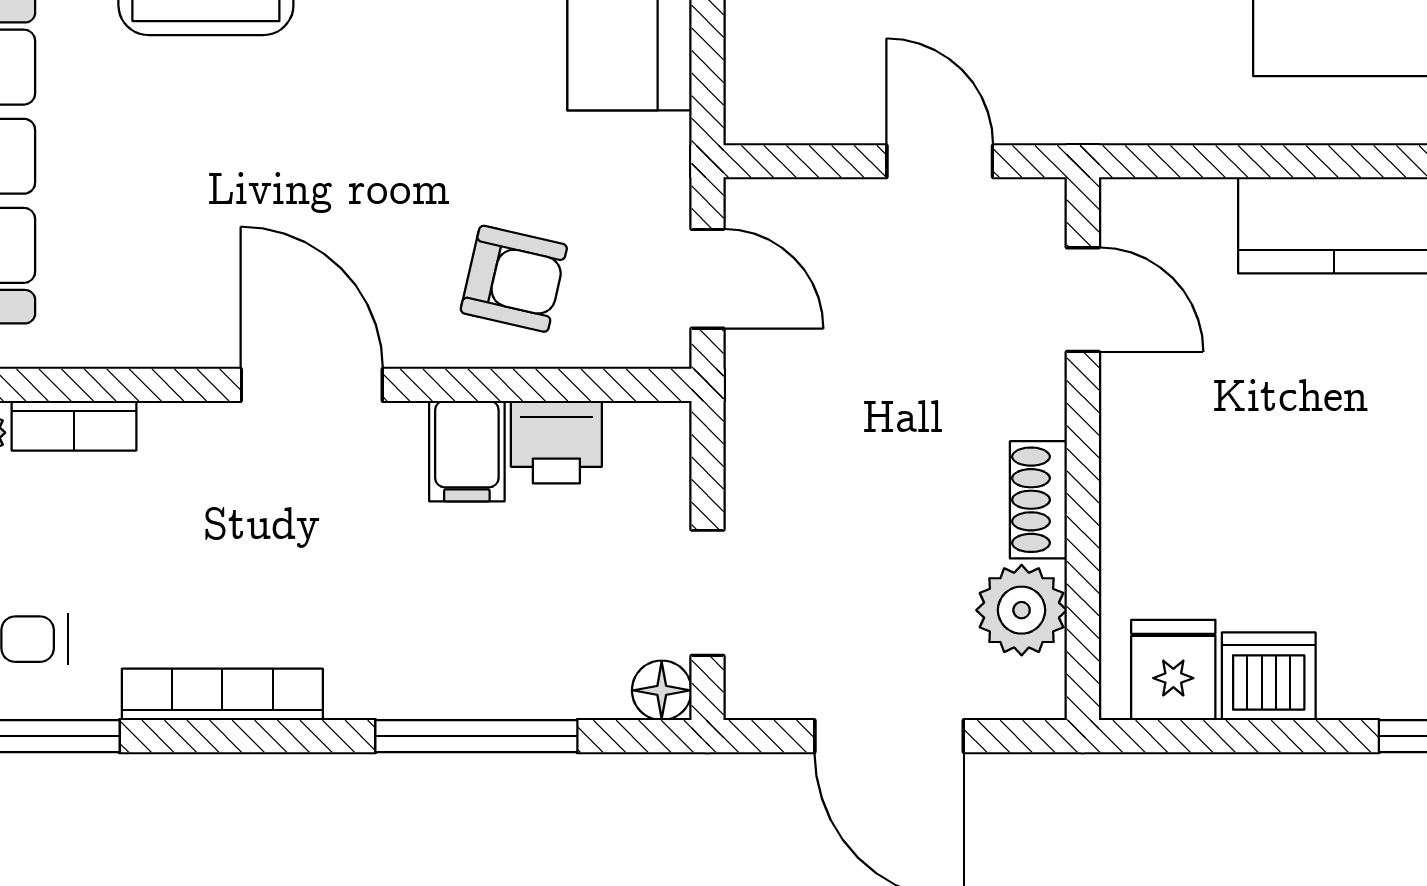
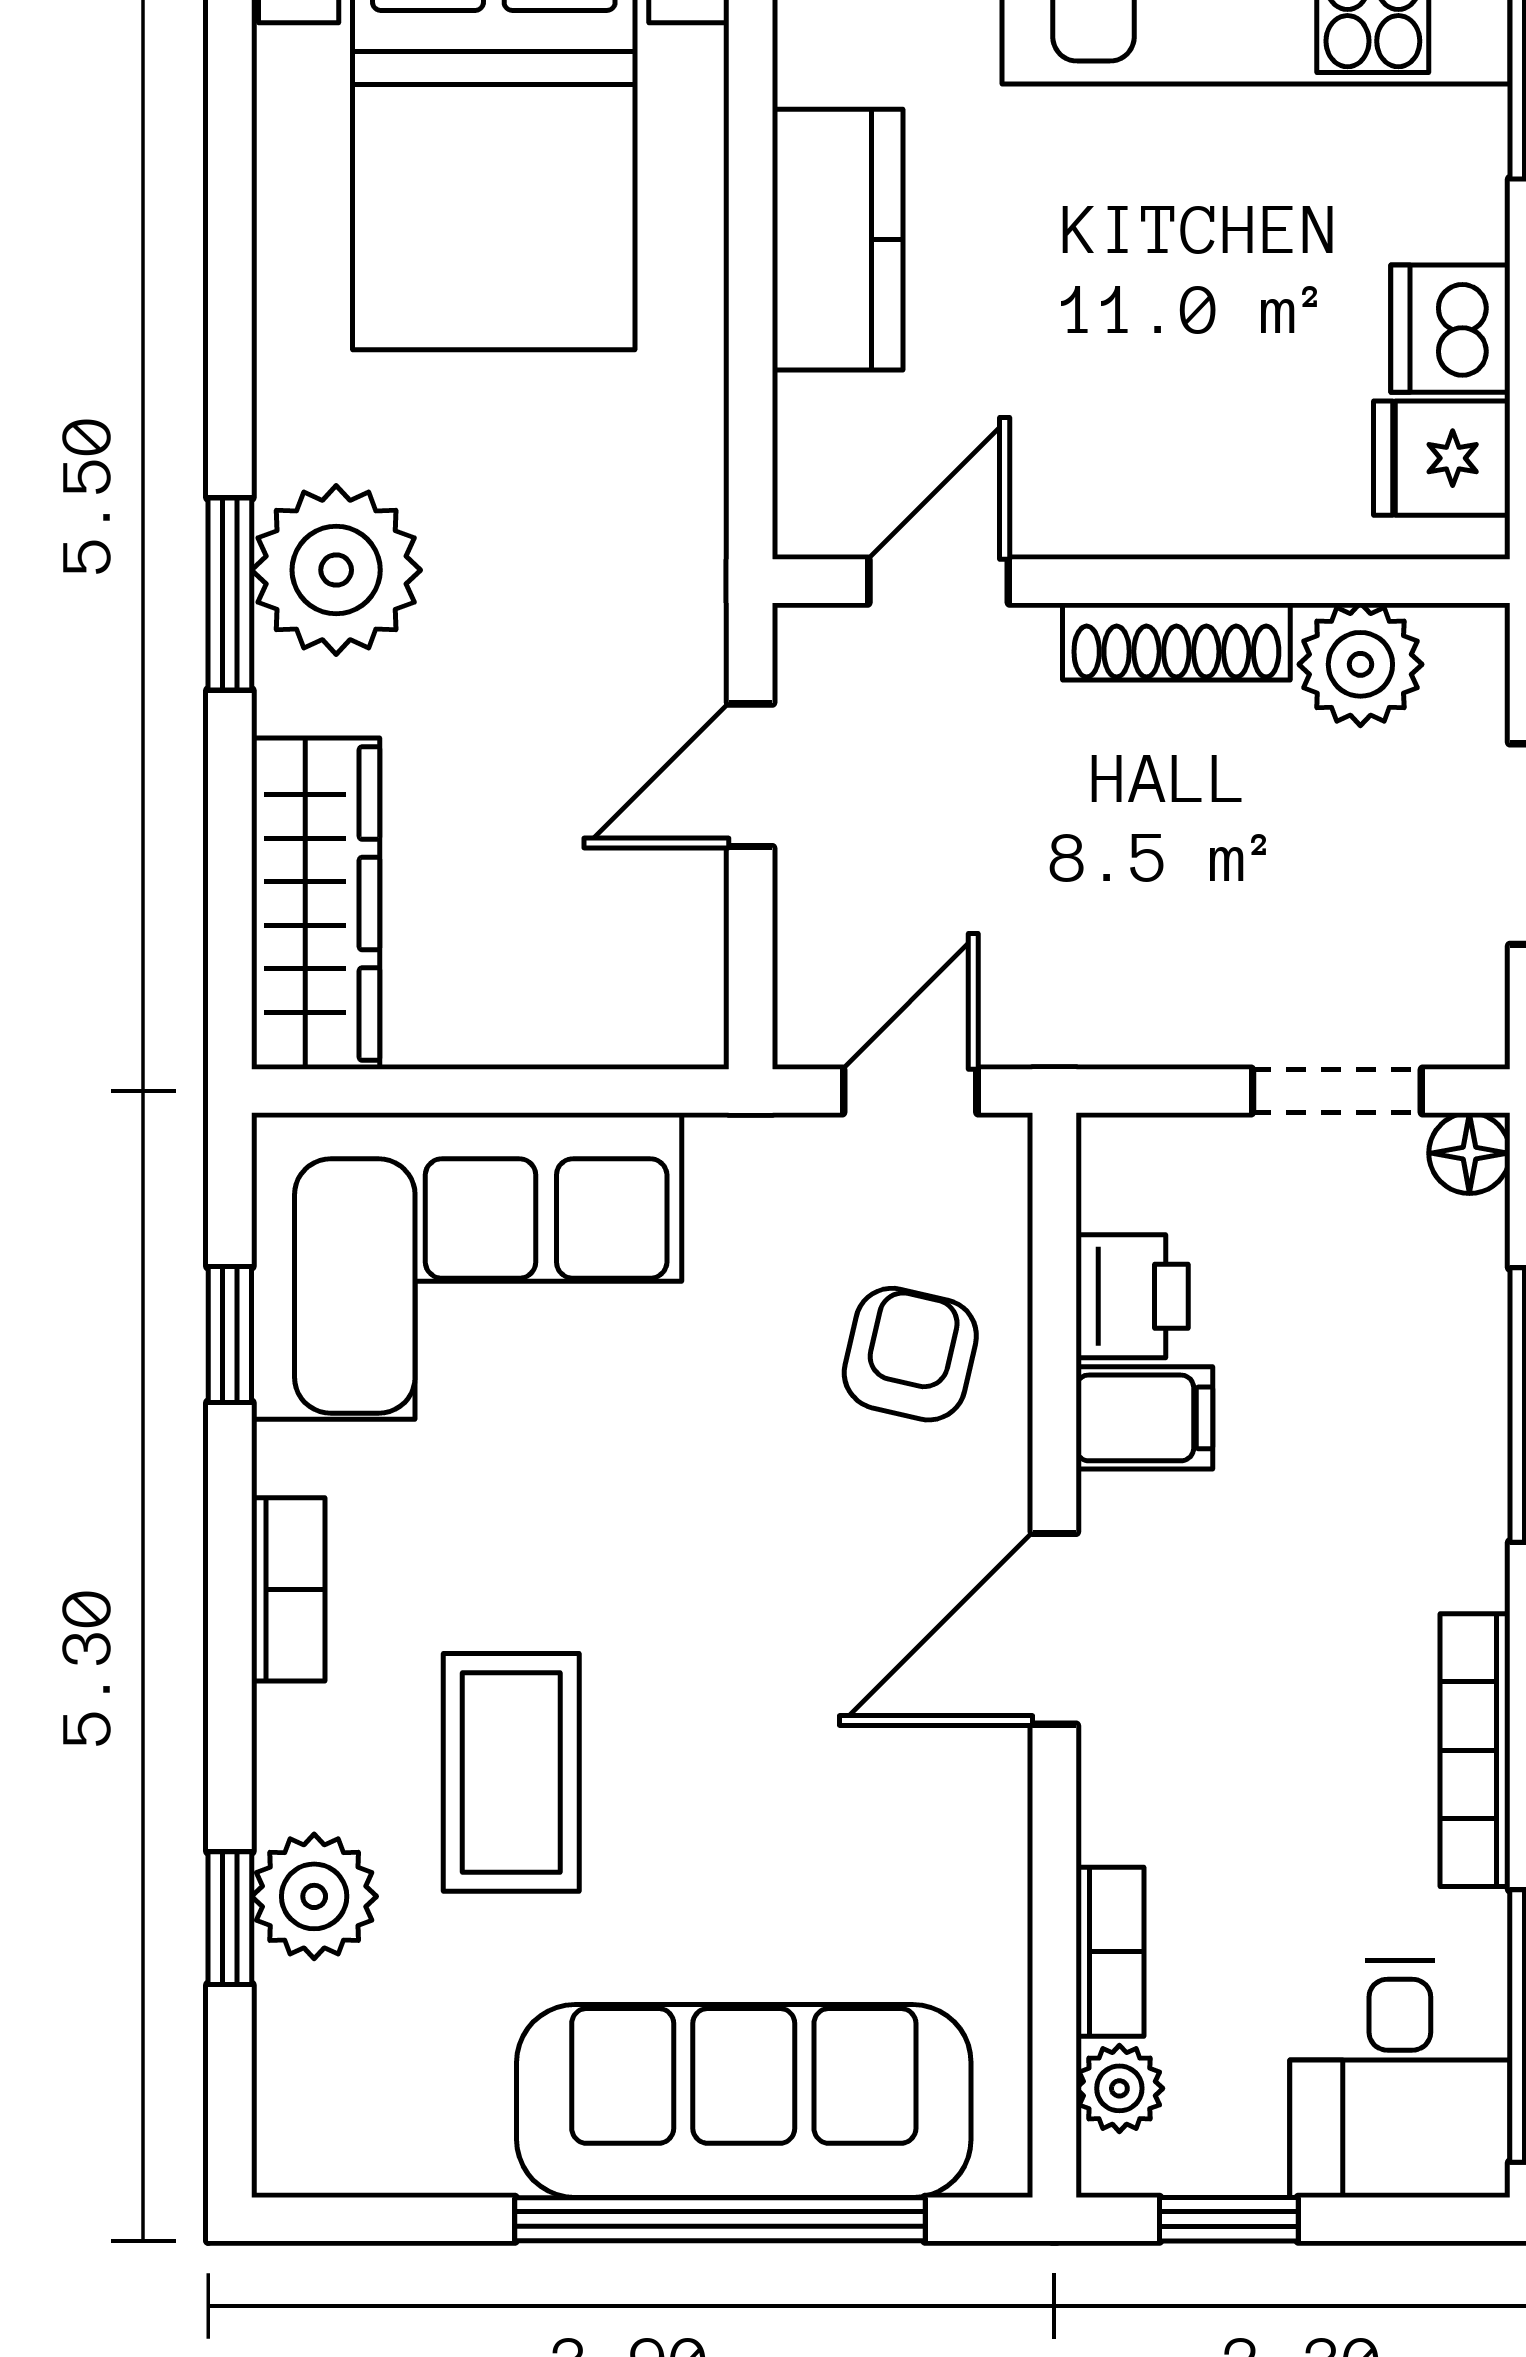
shoe rack: (1038, 500) -> (1176, 641), width x1.43

